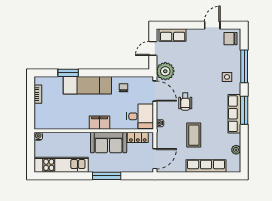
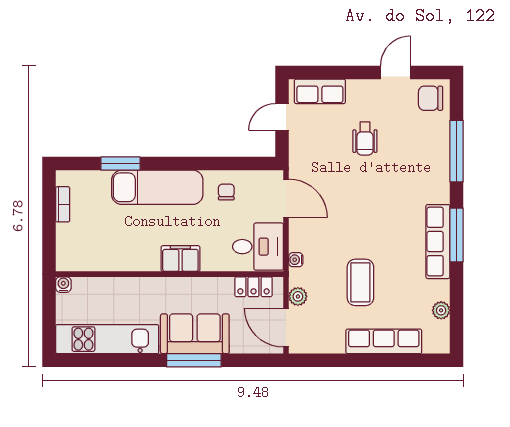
plant: (165, 71) -> (298, 296), moved, width x0.53, depth x0.53
side table: (227, 77) -> (424, 171), removed
wheelchair: (185, 102) -> (365, 138), moved
sofa: (109, 143) -> (195, 334), moved, turned 180
door: (155, 159) -> (286, 328), swing flipped

